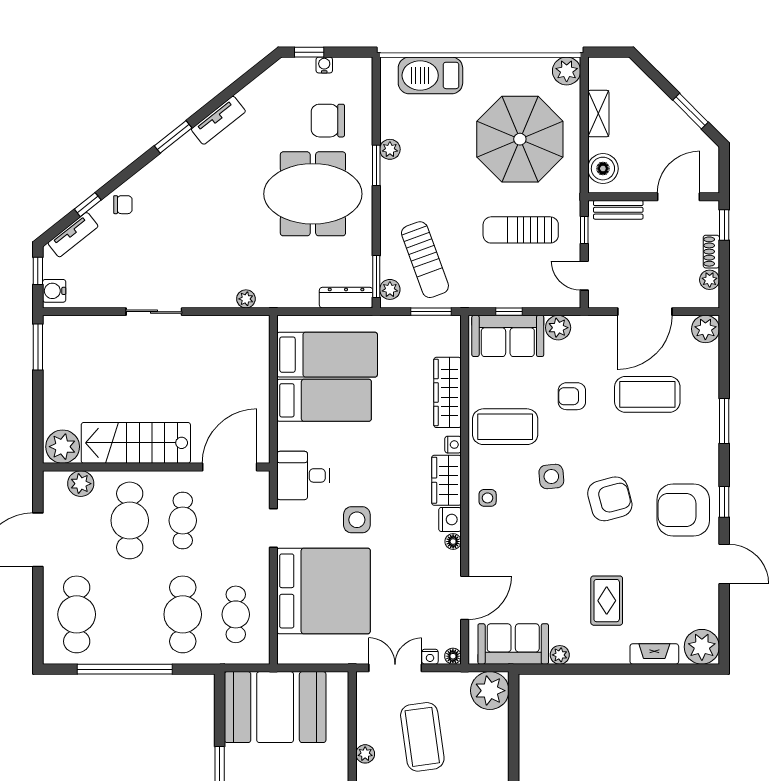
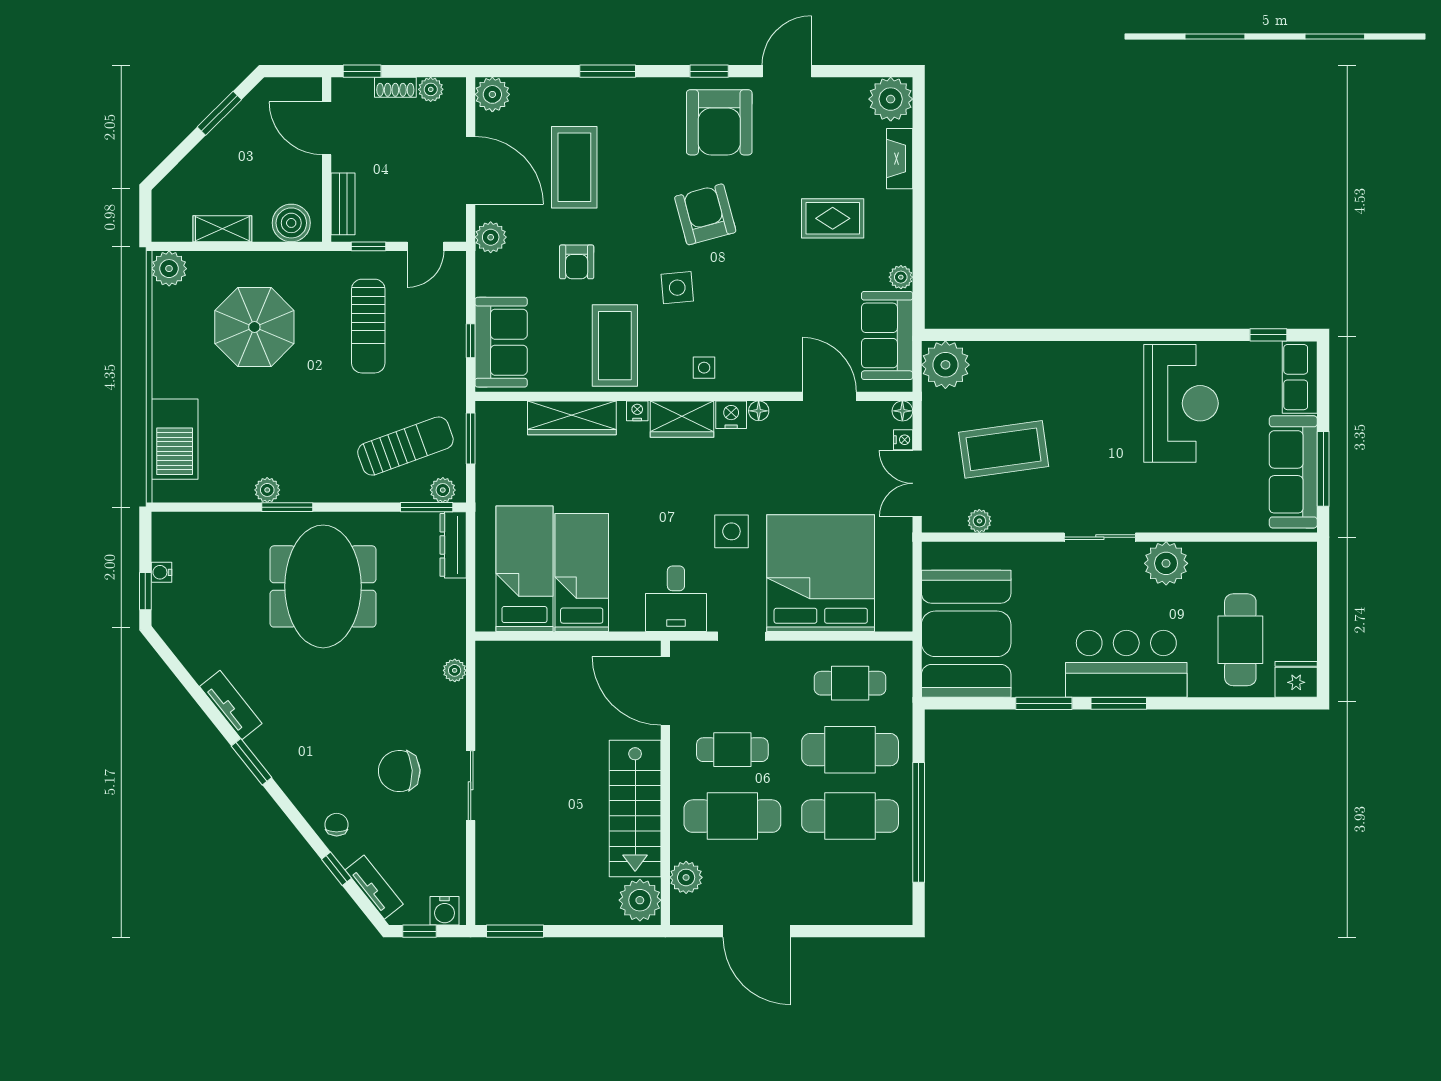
chair: (328, 121) -> (399, 771), moved, turned 87
parasol: (520, 139) -> (254, 327), width x0.73, depth x0.73
plant: (558, 328) -> (491, 237), moved
cafe table: (77, 614) -> (850, 816), moved
plant: (365, 754) -> (979, 521), moved

